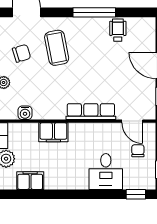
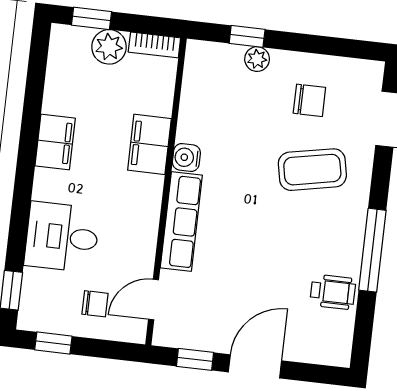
chair: (22, 53) -> (309, 100), turned -73
water cooler: (25, 113) -> (186, 158), moved
filing cabinet: (30, 181) -> (55, 142), moved

